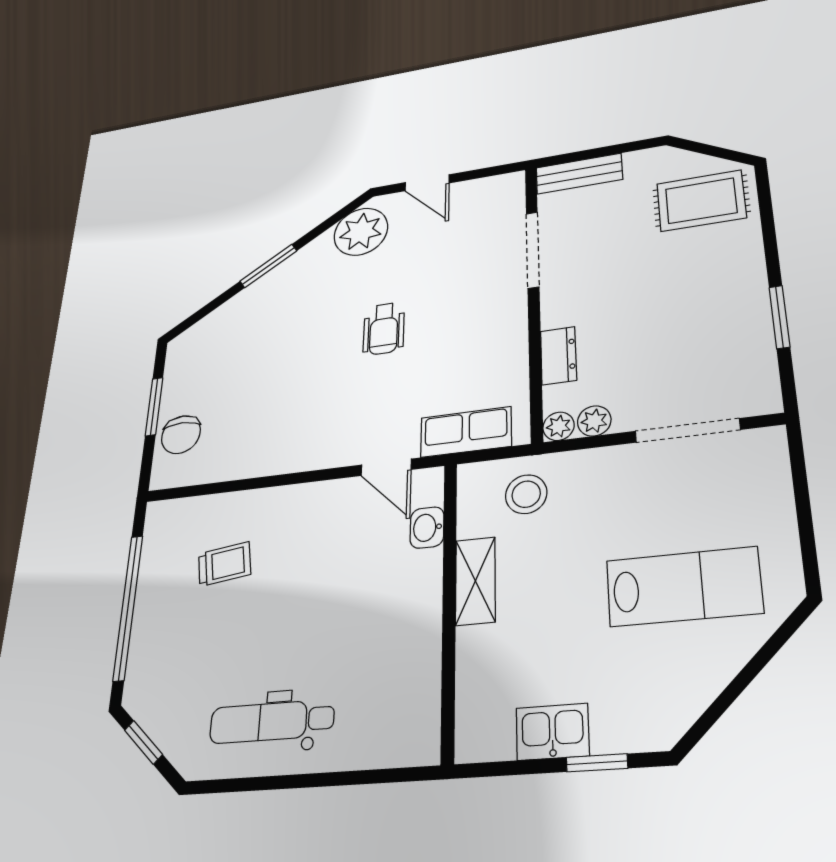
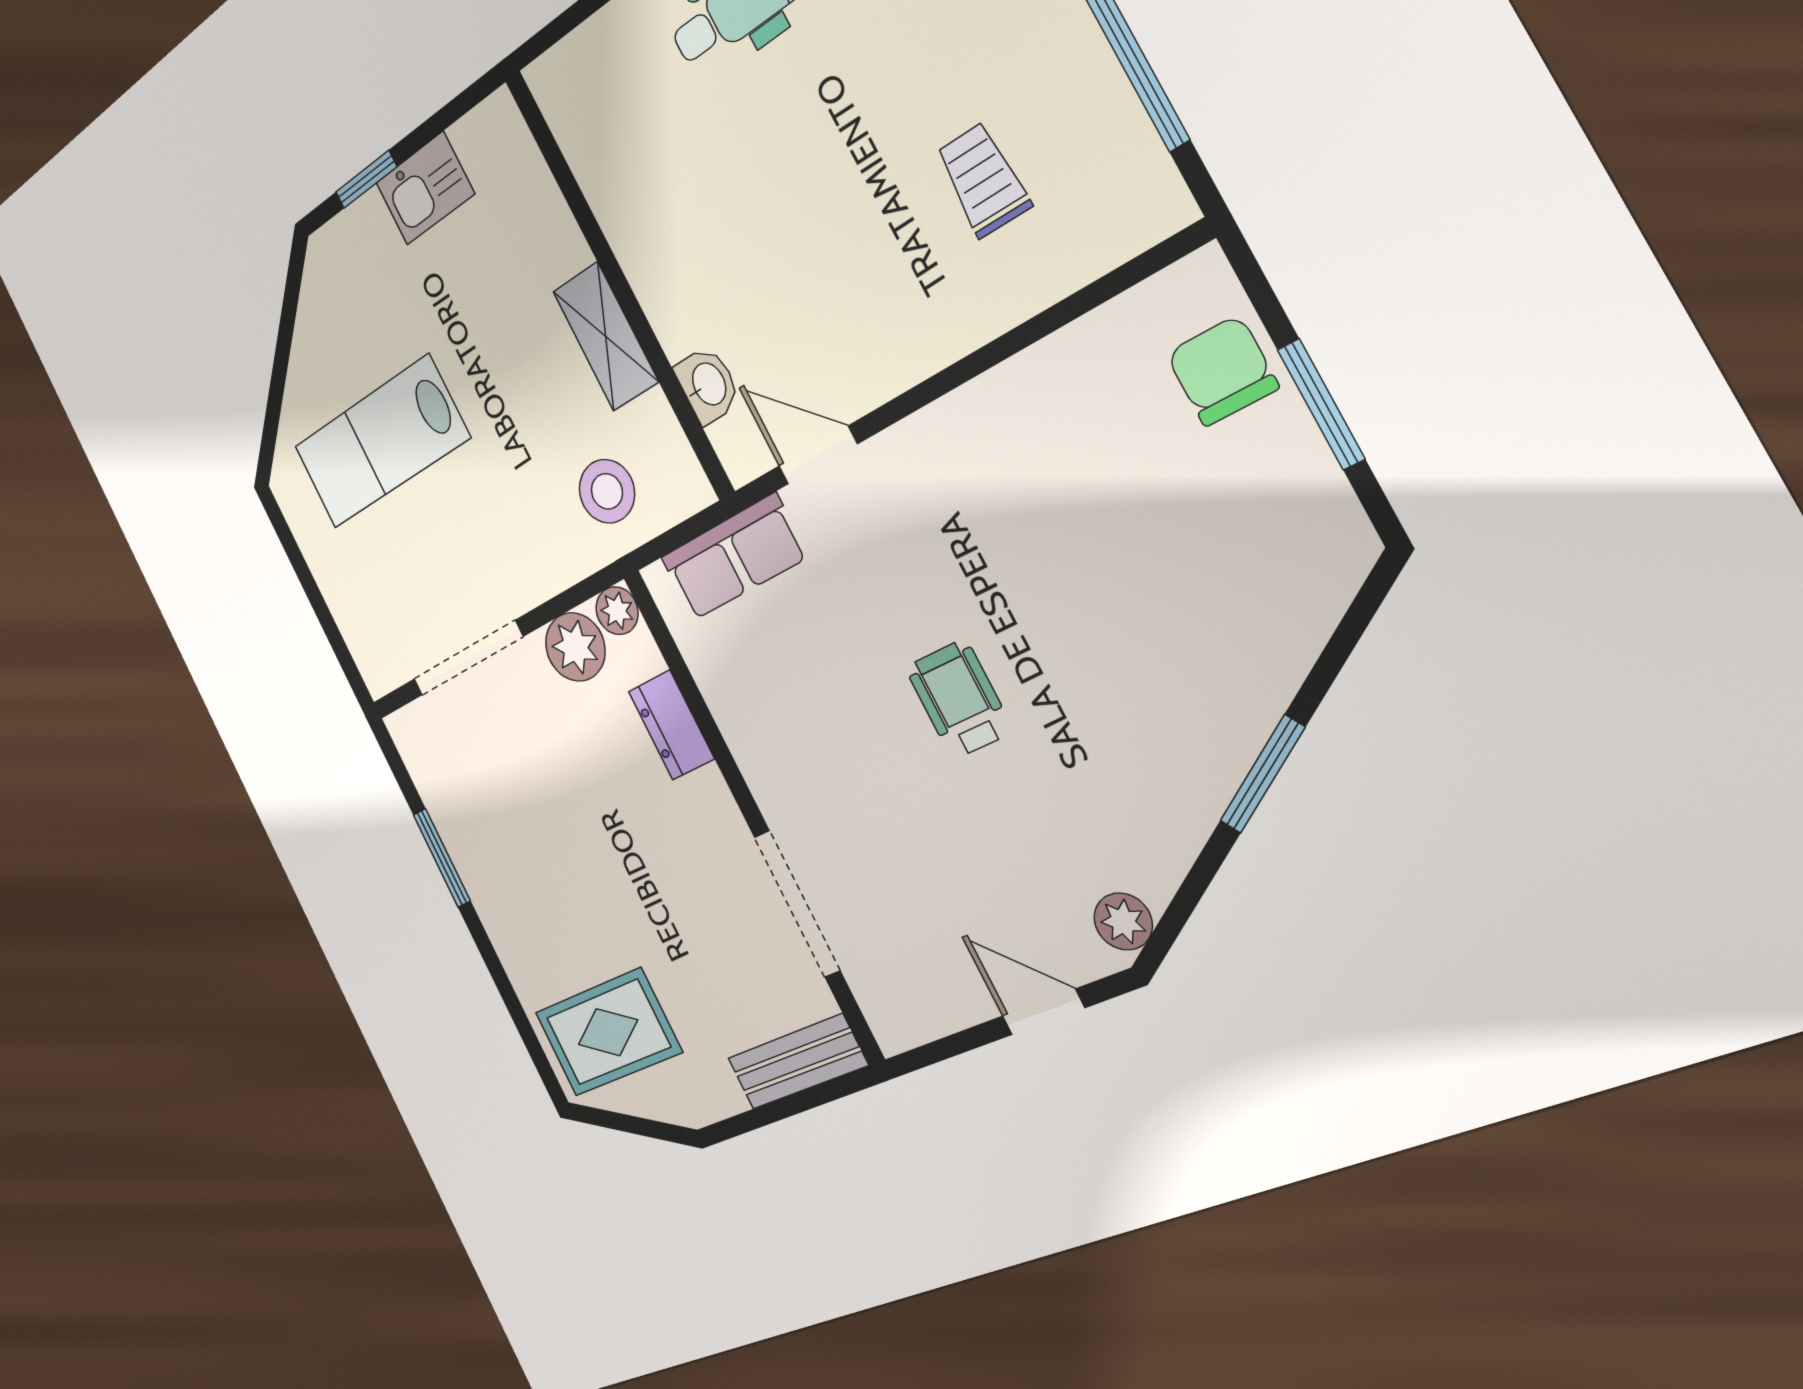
plant: (361, 232) -> (1123, 921), width x0.53, depth x0.53
plant: (594, 421) -> (575, 647), width x1.38, depth x1.38
trolley: (225, 564) -> (983, 180), turned 98

